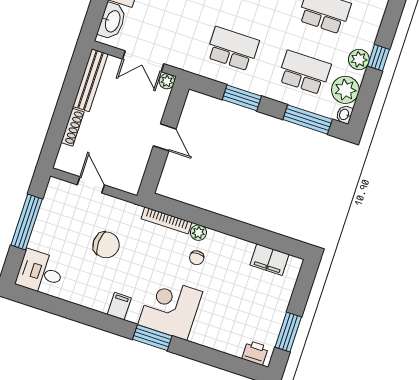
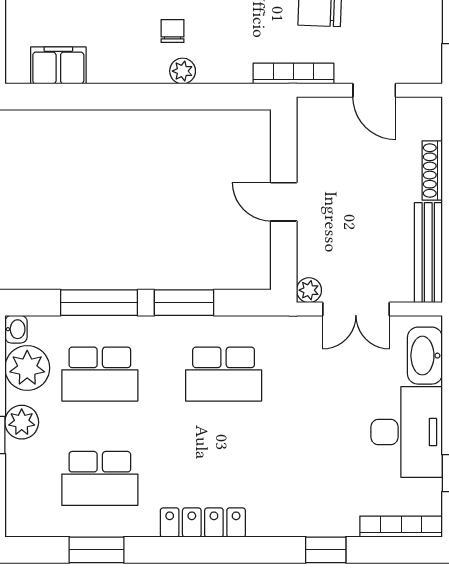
double door: (143, 61) -> (356, 309), swing flipped
window: (308, 119) -> (99, 303), moved
bookcase: (166, 220) -> (294, 74), moved

